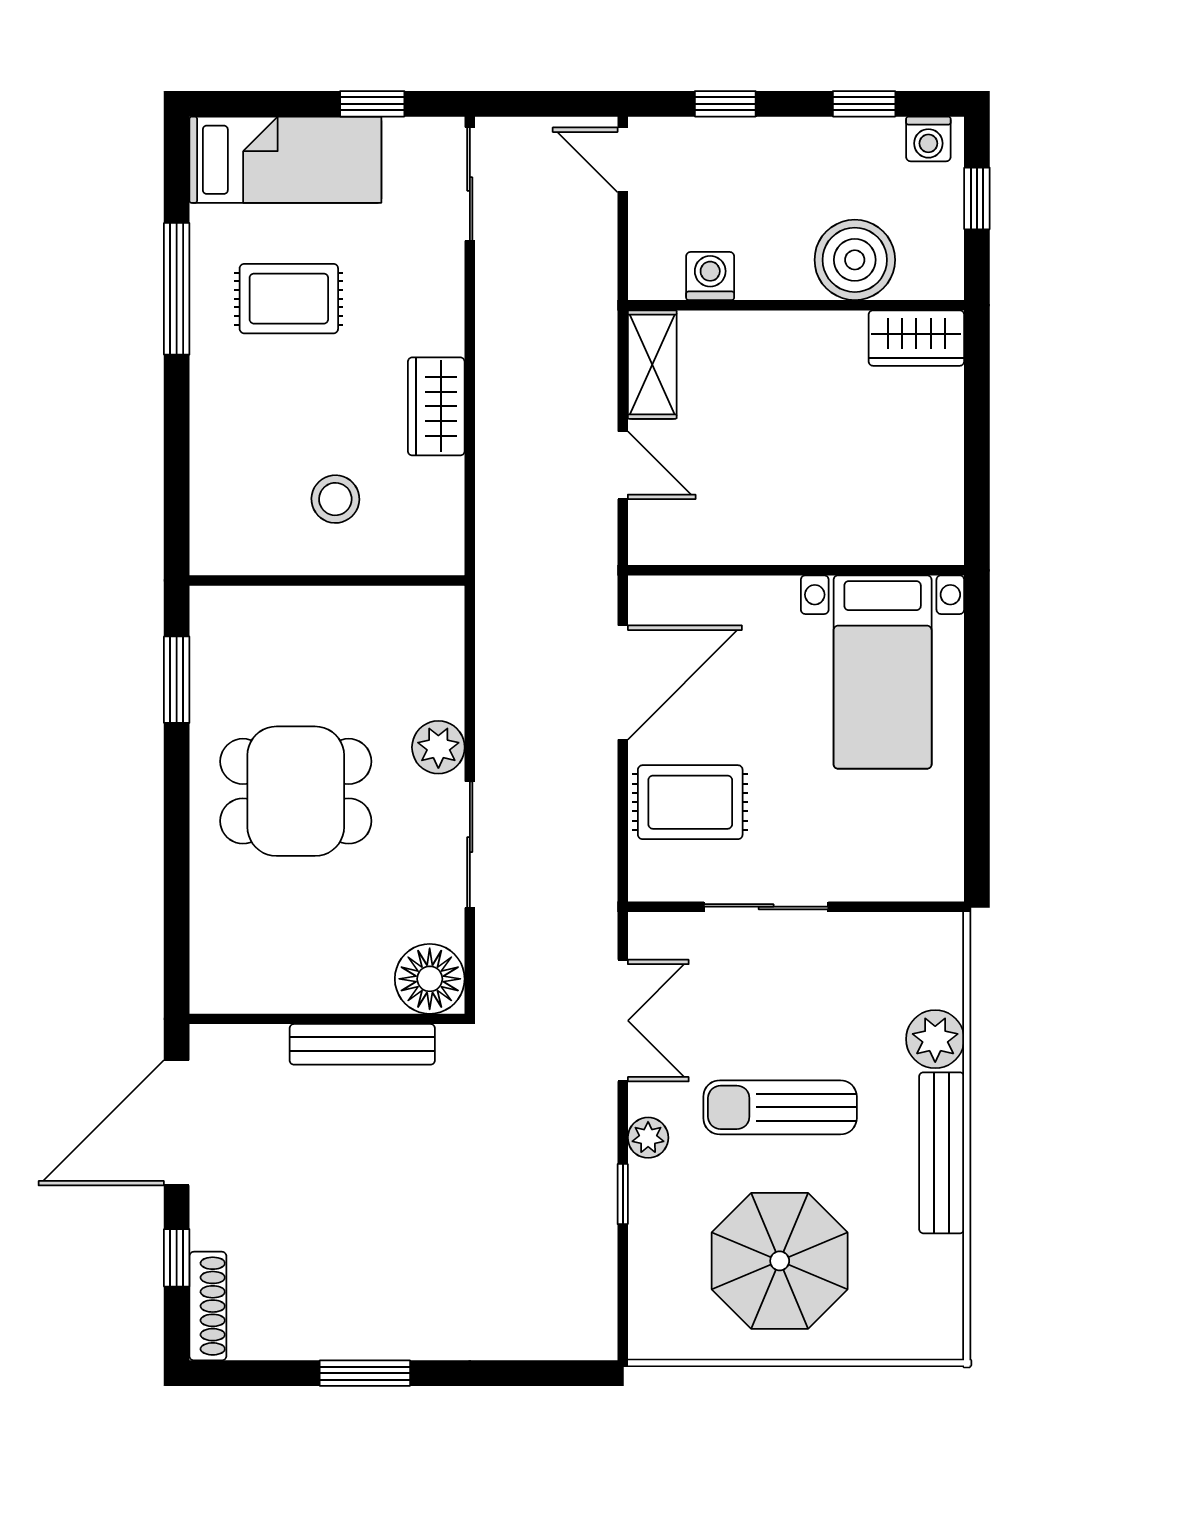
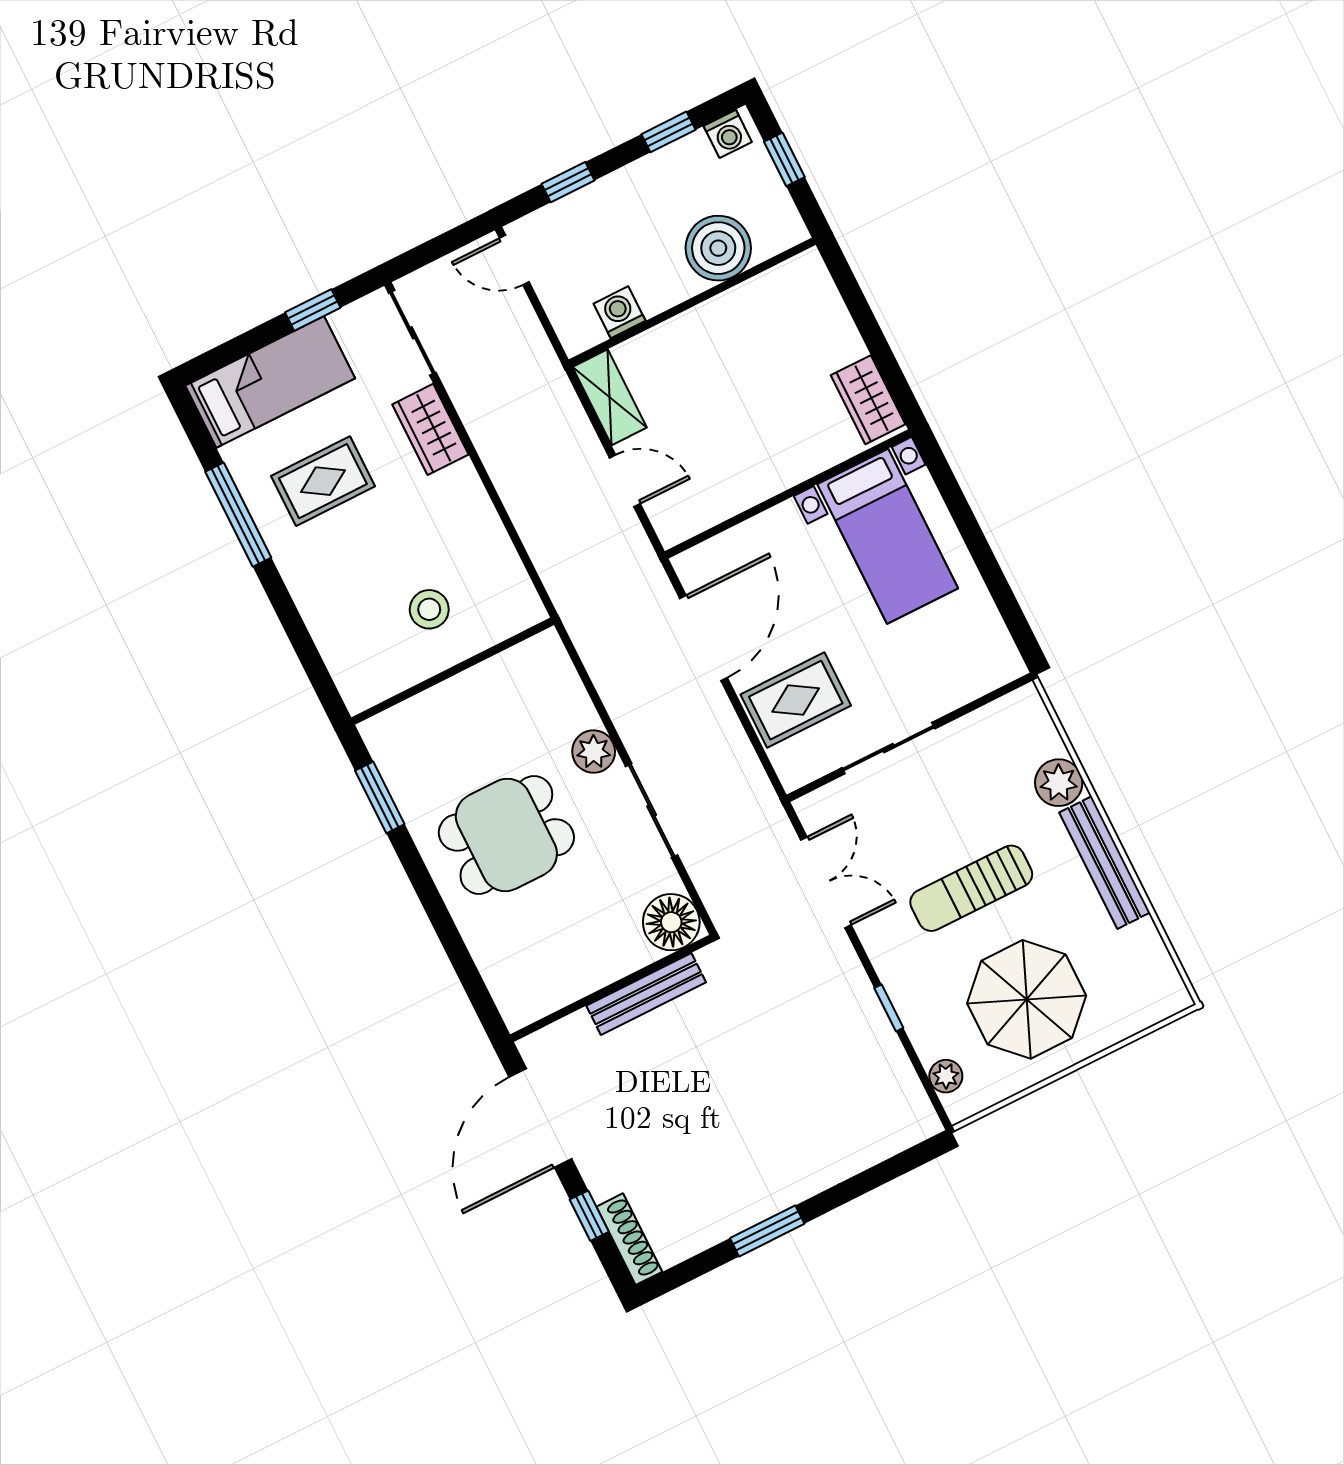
wardrobe: (916, 338) -> (868, 400), moved, turned 90
wardrobe: (436, 406) -> (430, 429), moved
plant: (648, 1138) -> (946, 1076), moved

